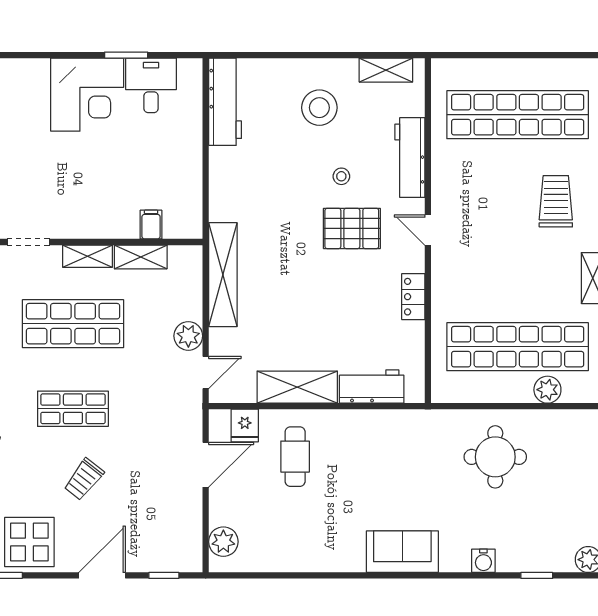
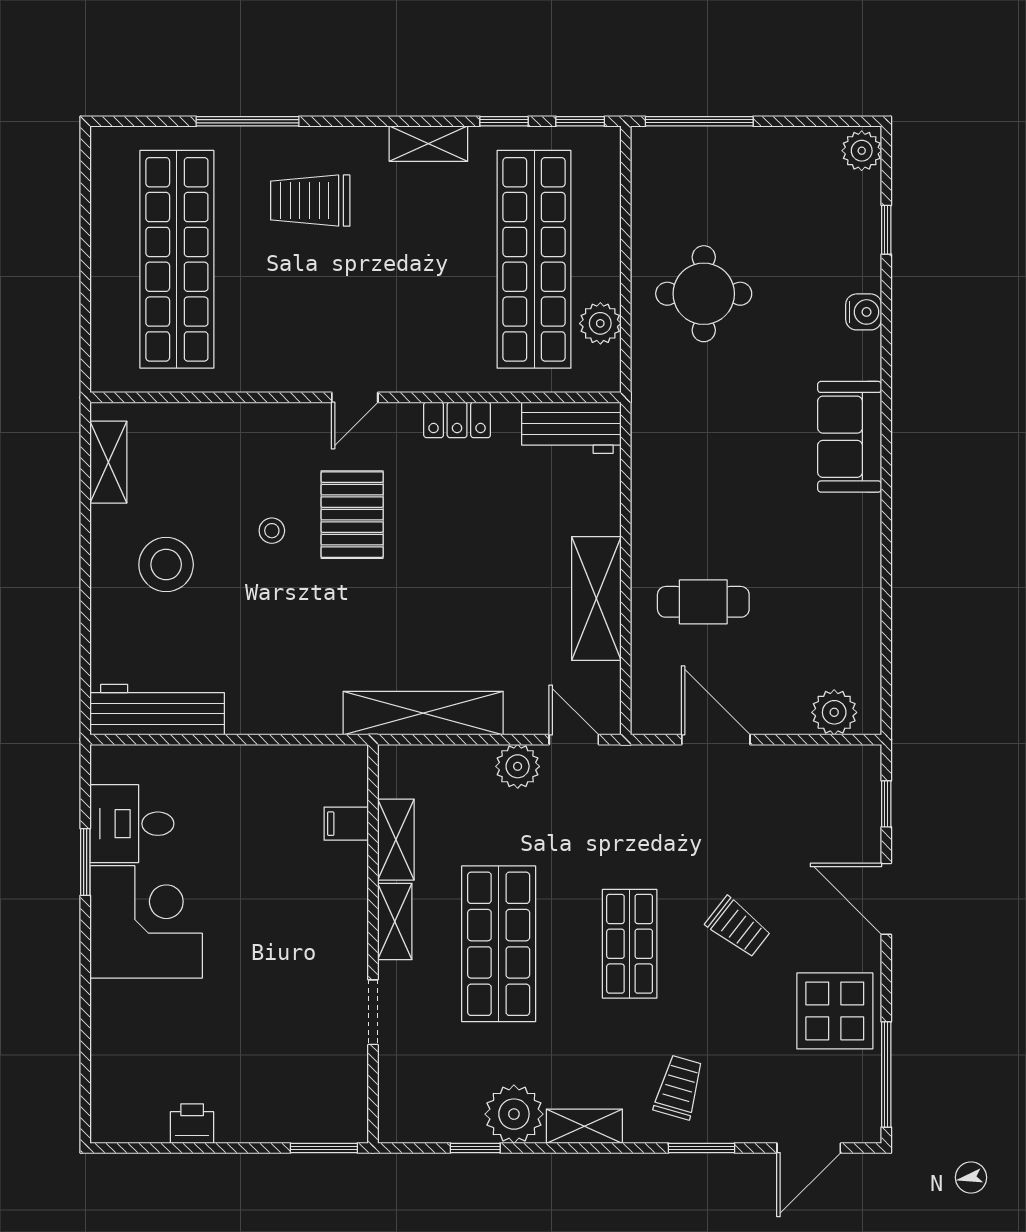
workbench: (410, 158) -> (243, 425), removed
workbench: (372, 386) -> (571, 428), moved, turned -90
plant: (547, 390) -> (600, 323), moved
fridge: (245, 426) -> (655, 679), removed

